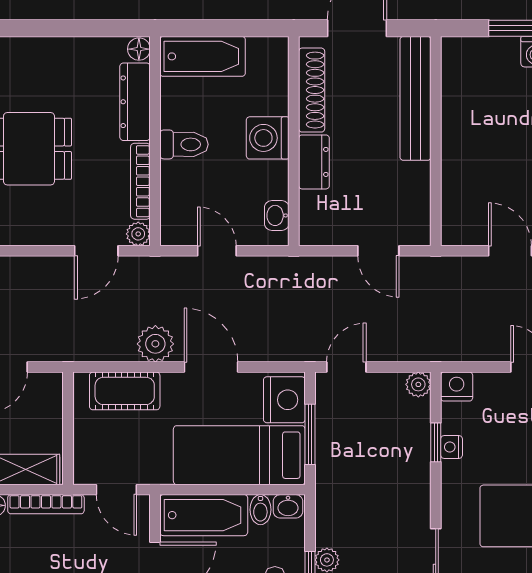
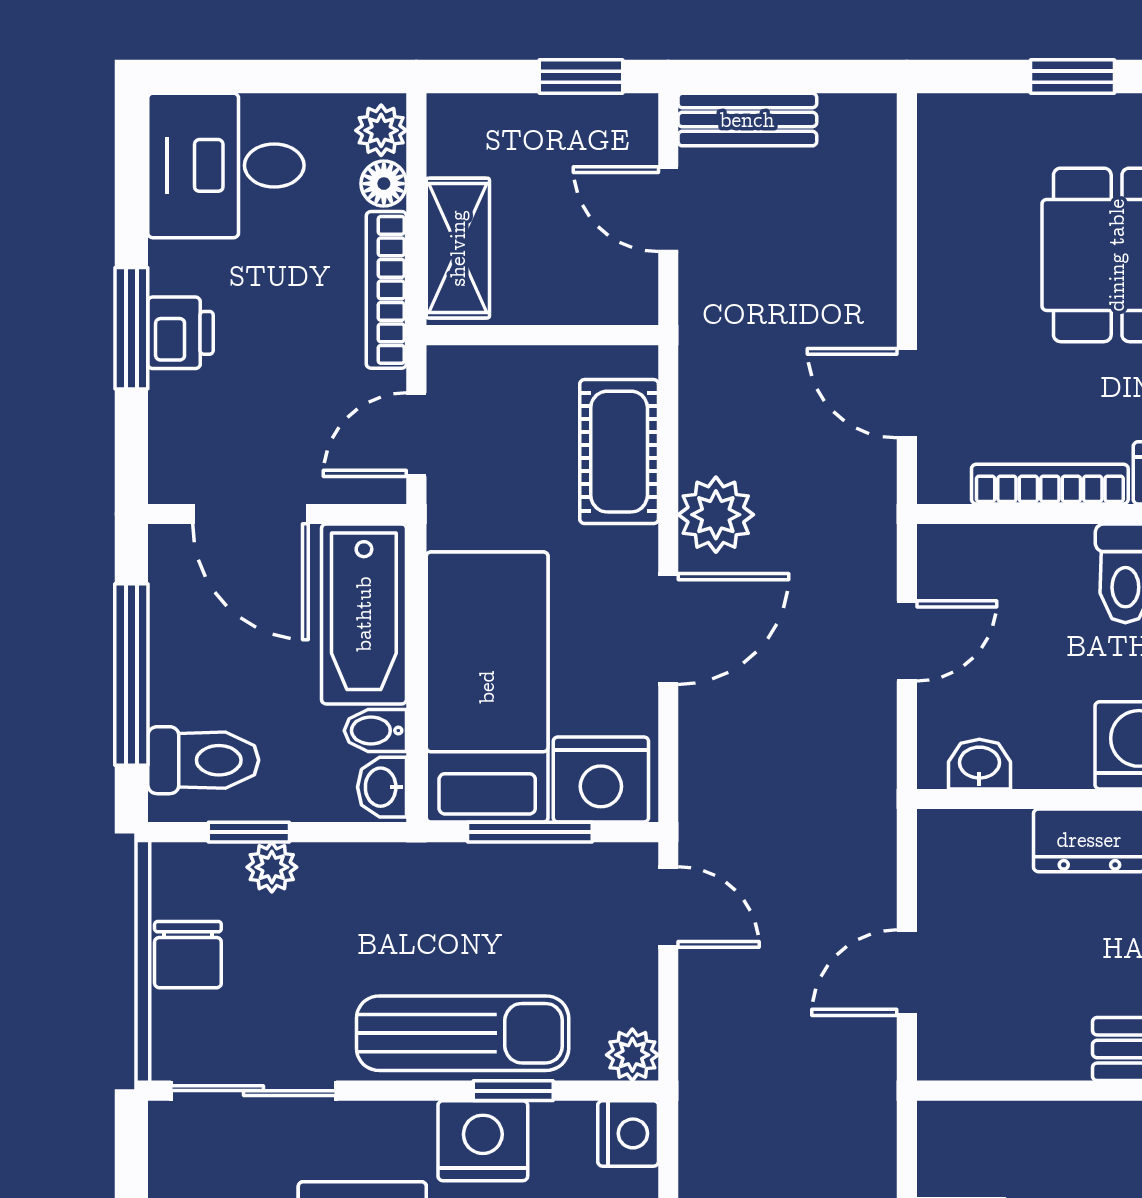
plant: (138, 234) -> (942, 479), removed
nightstand: (451, 447) -> (483, 1141), width x1.89, depth x1.79
sun lounger: (408, 467) -> (463, 1033), added

